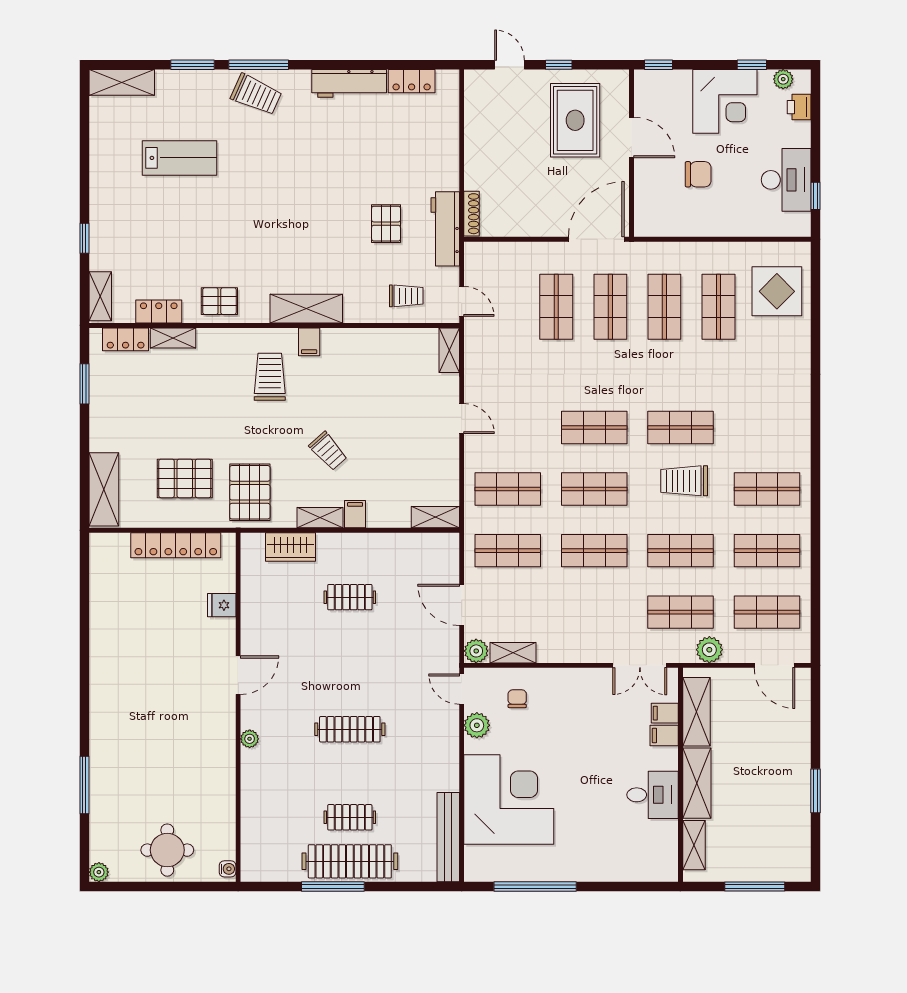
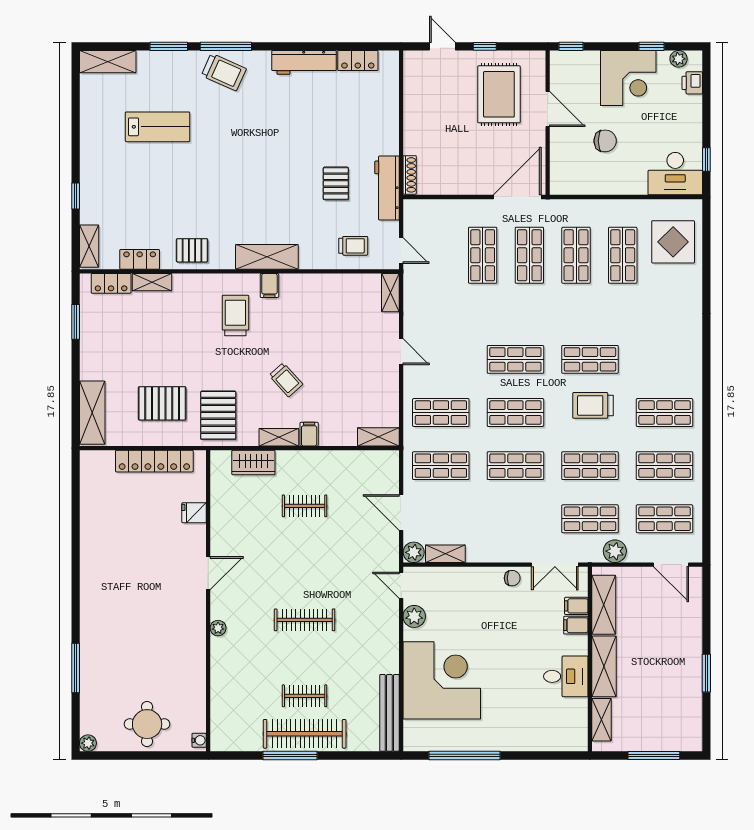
desk: (786, 180) -> (675, 174), moved, turned 90
chair: (517, 699) -> (512, 578), moved, turned 90

